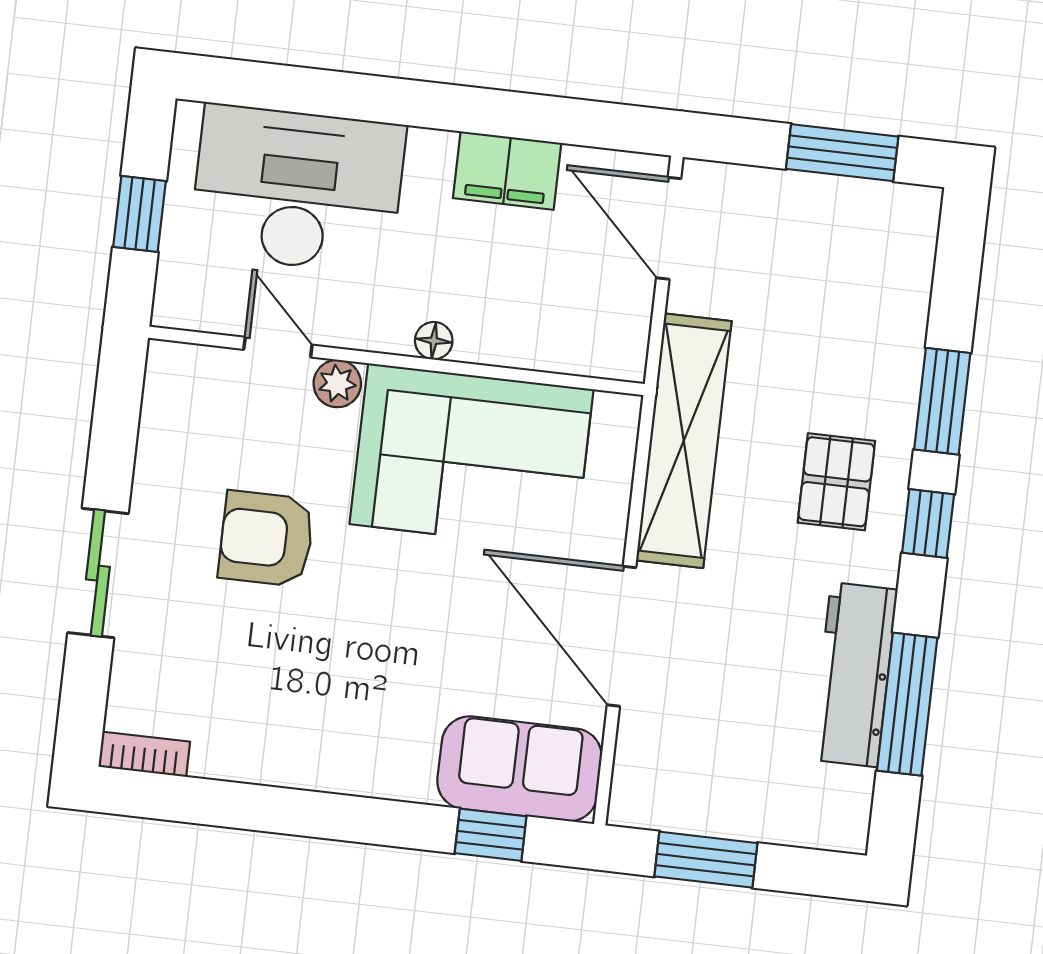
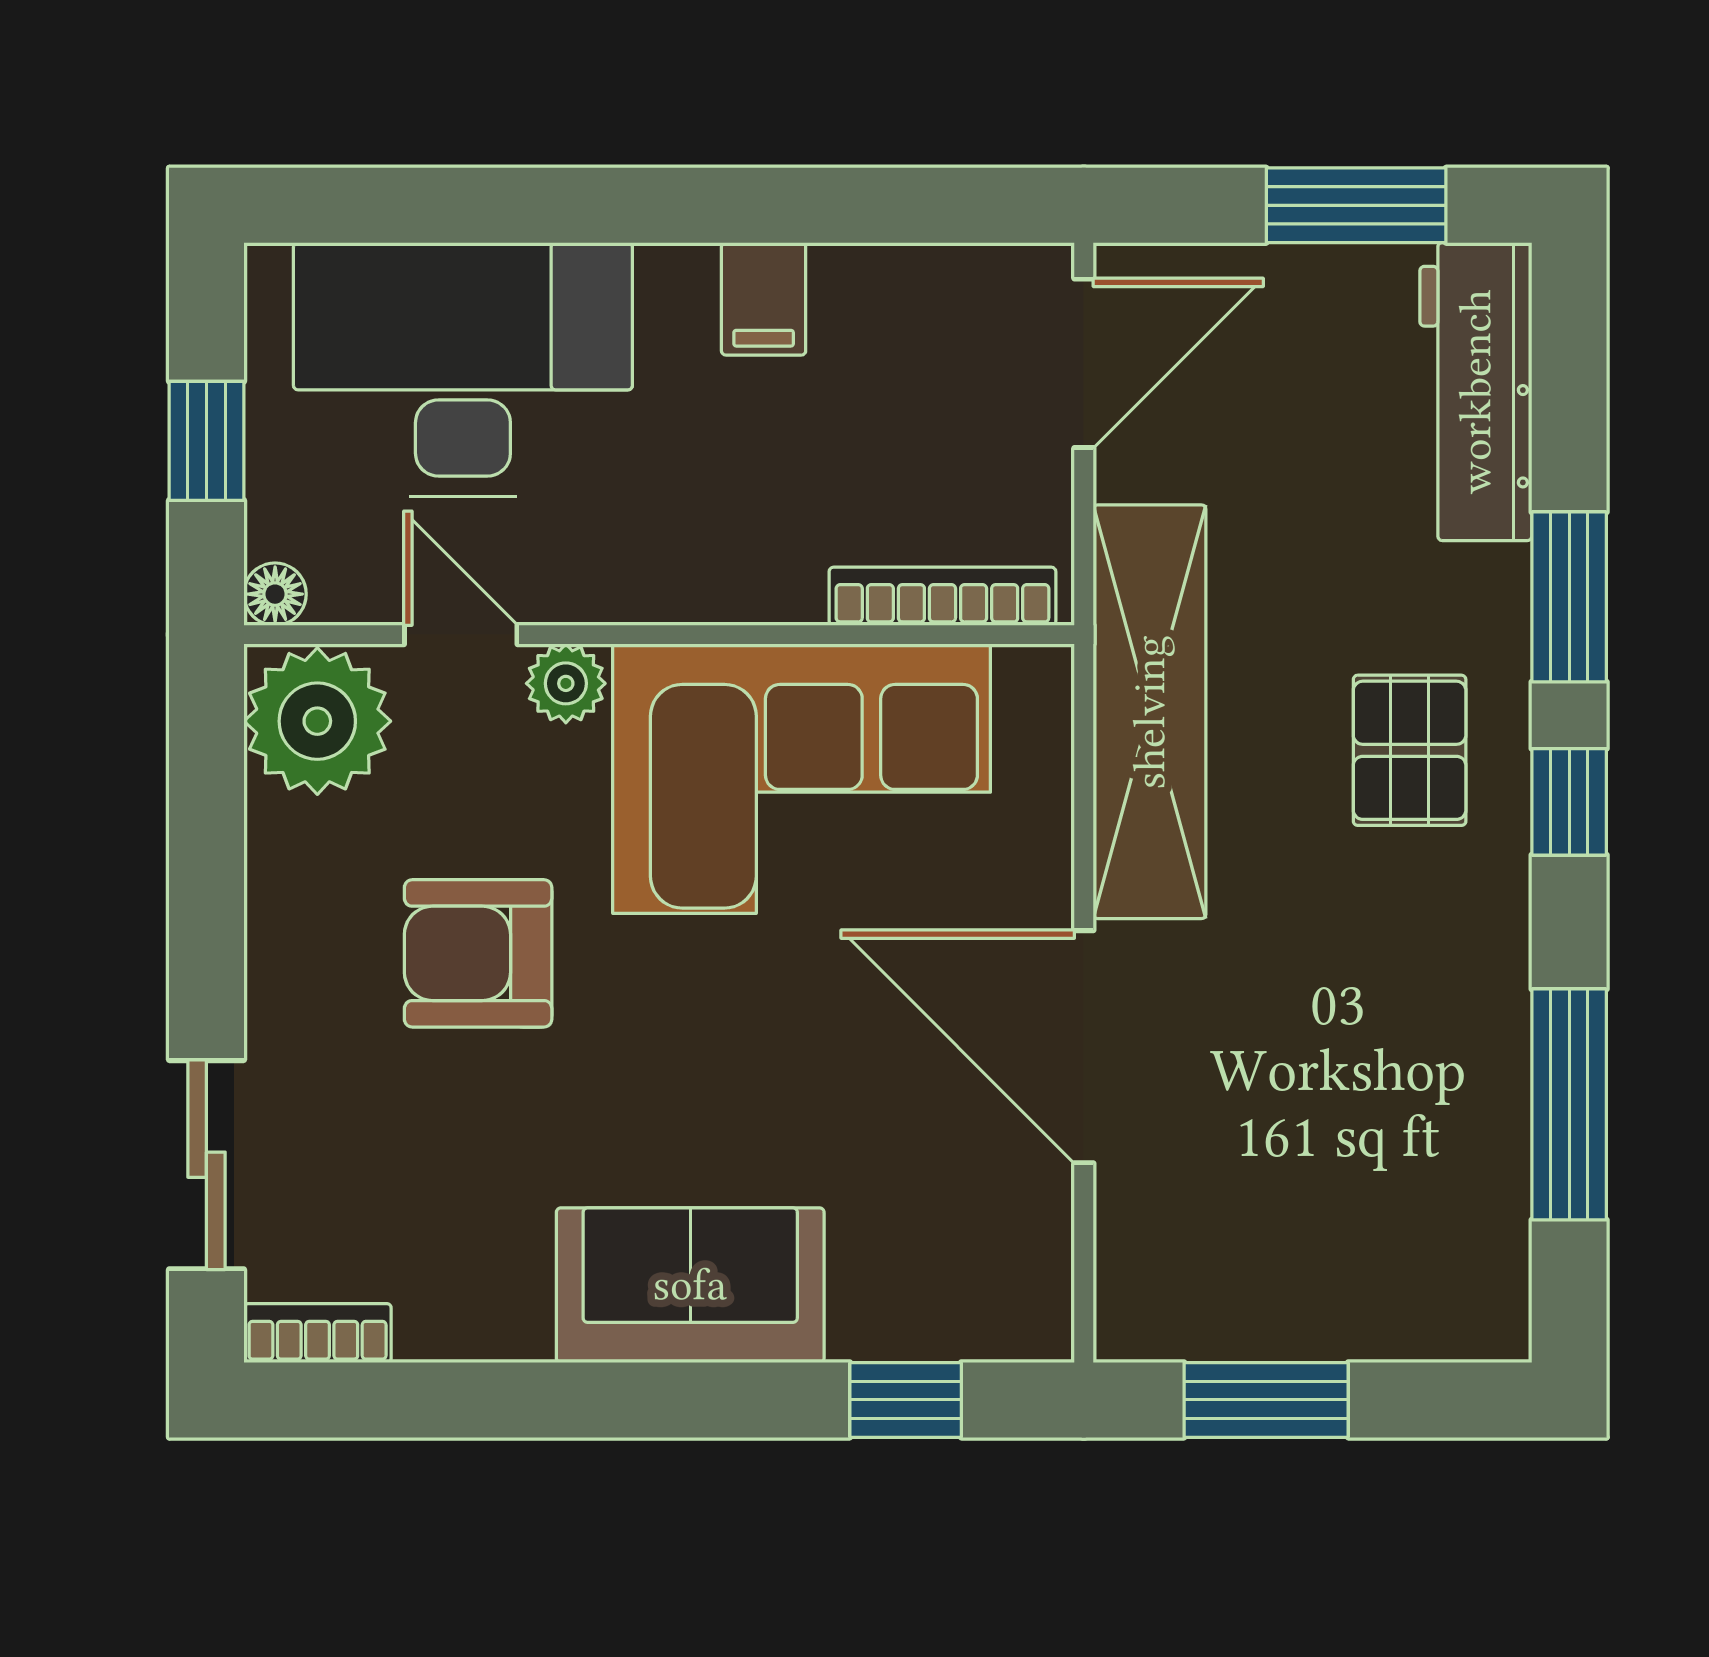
filing cabinet: (507, 171) -> (764, 299), width x0.50
door: (669, 228) -> (1084, 363), swing flipped
floor lamp: (434, 341) -> (275, 594), moved
bookcase: (568, 358) -> (942, 596), added
plant: (186, 389) -> (317, 721), added
sliding door: (98, 573) -> (206, 1165), moved
workbench: (854, 675) -> (1476, 392), moved
sofa: (519, 769) -> (690, 1285), moved

